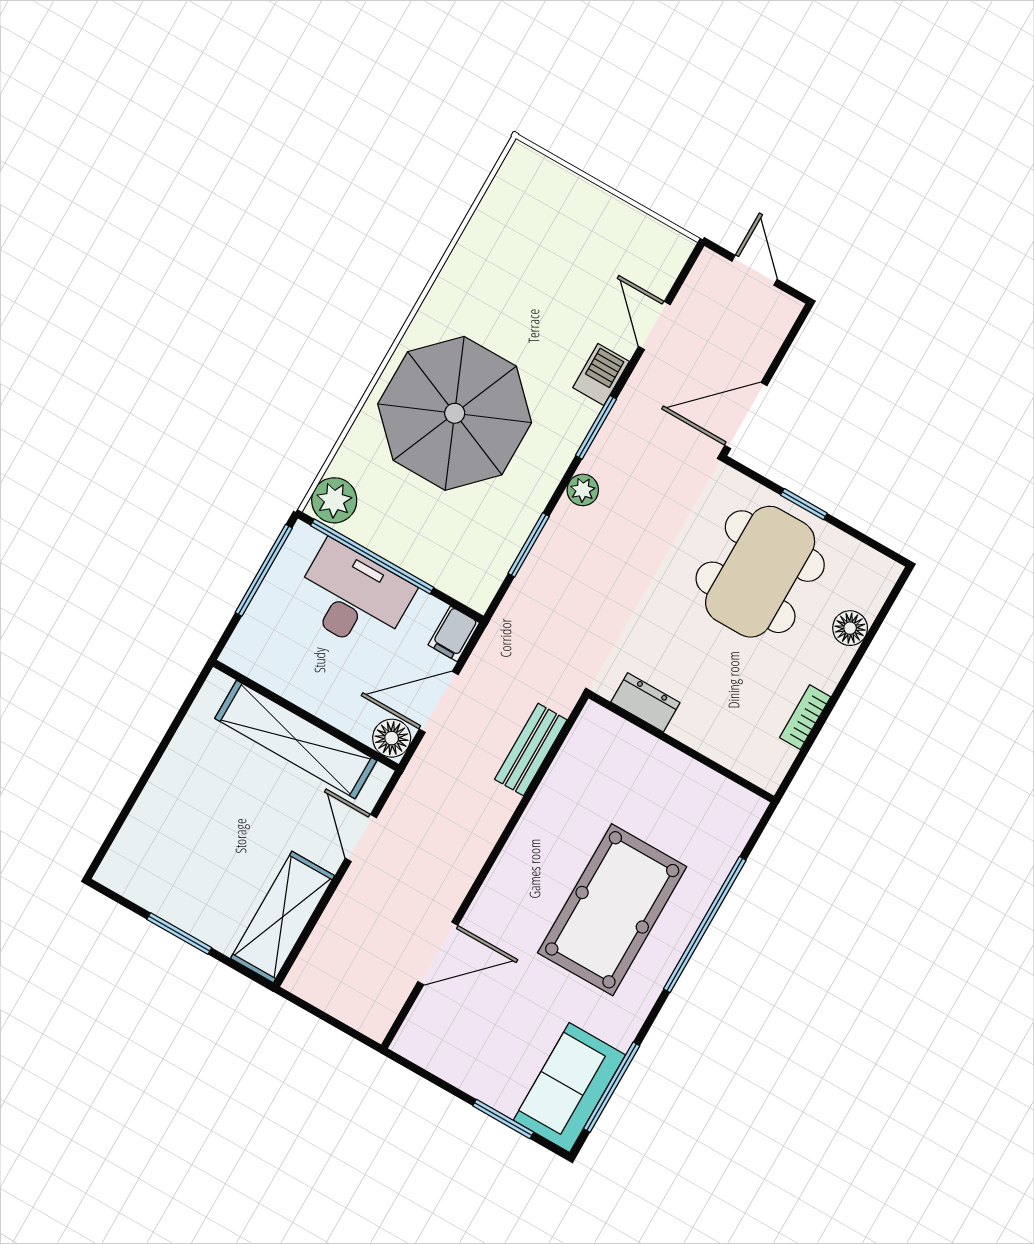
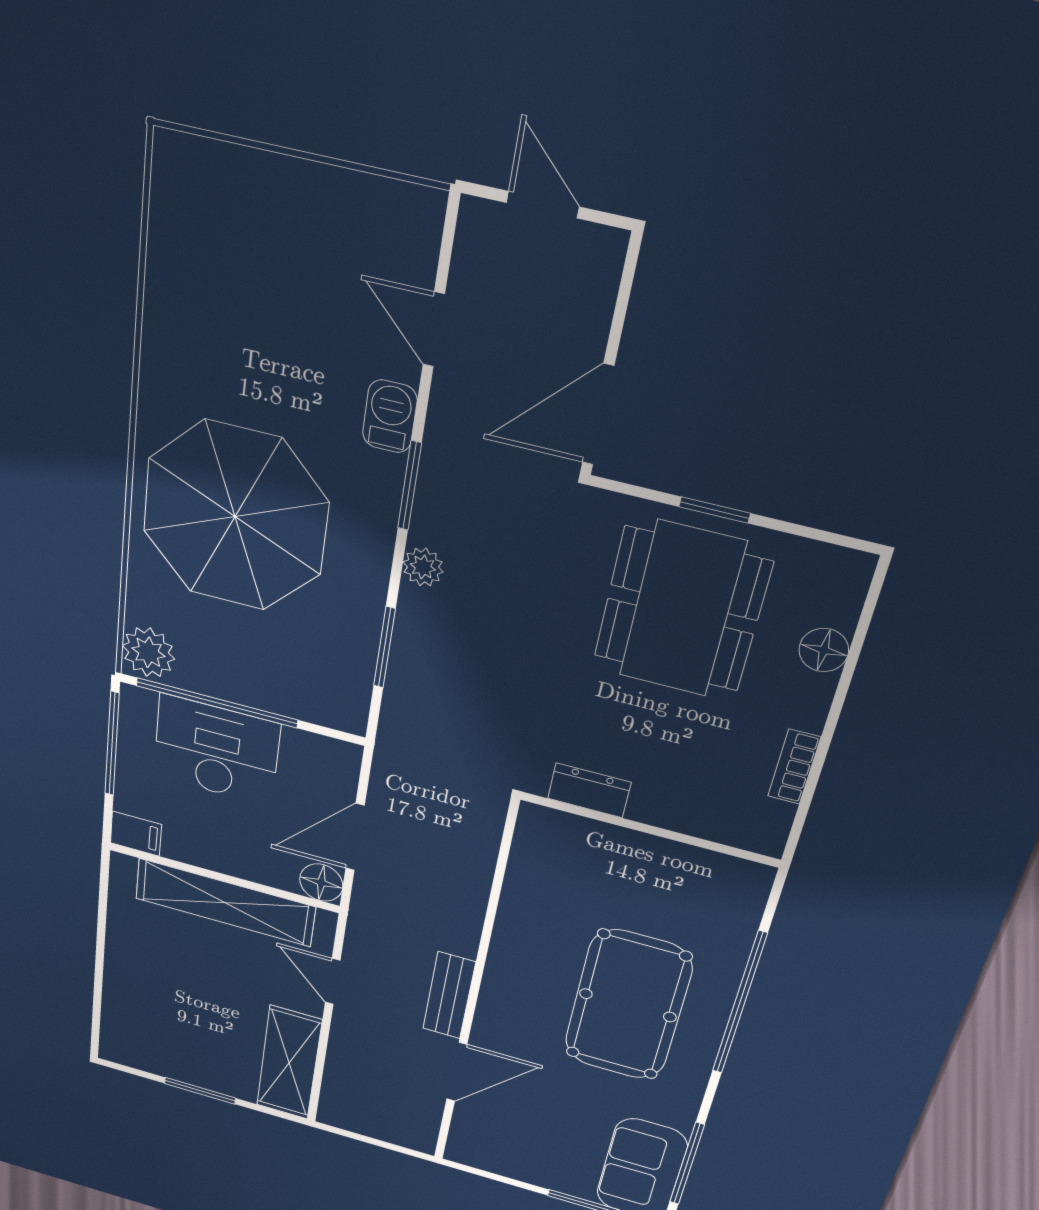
filing cabinet: (454, 634) -> (136, 834), moved, turned -90
bench: (531, 750) -> (449, 995), moved

